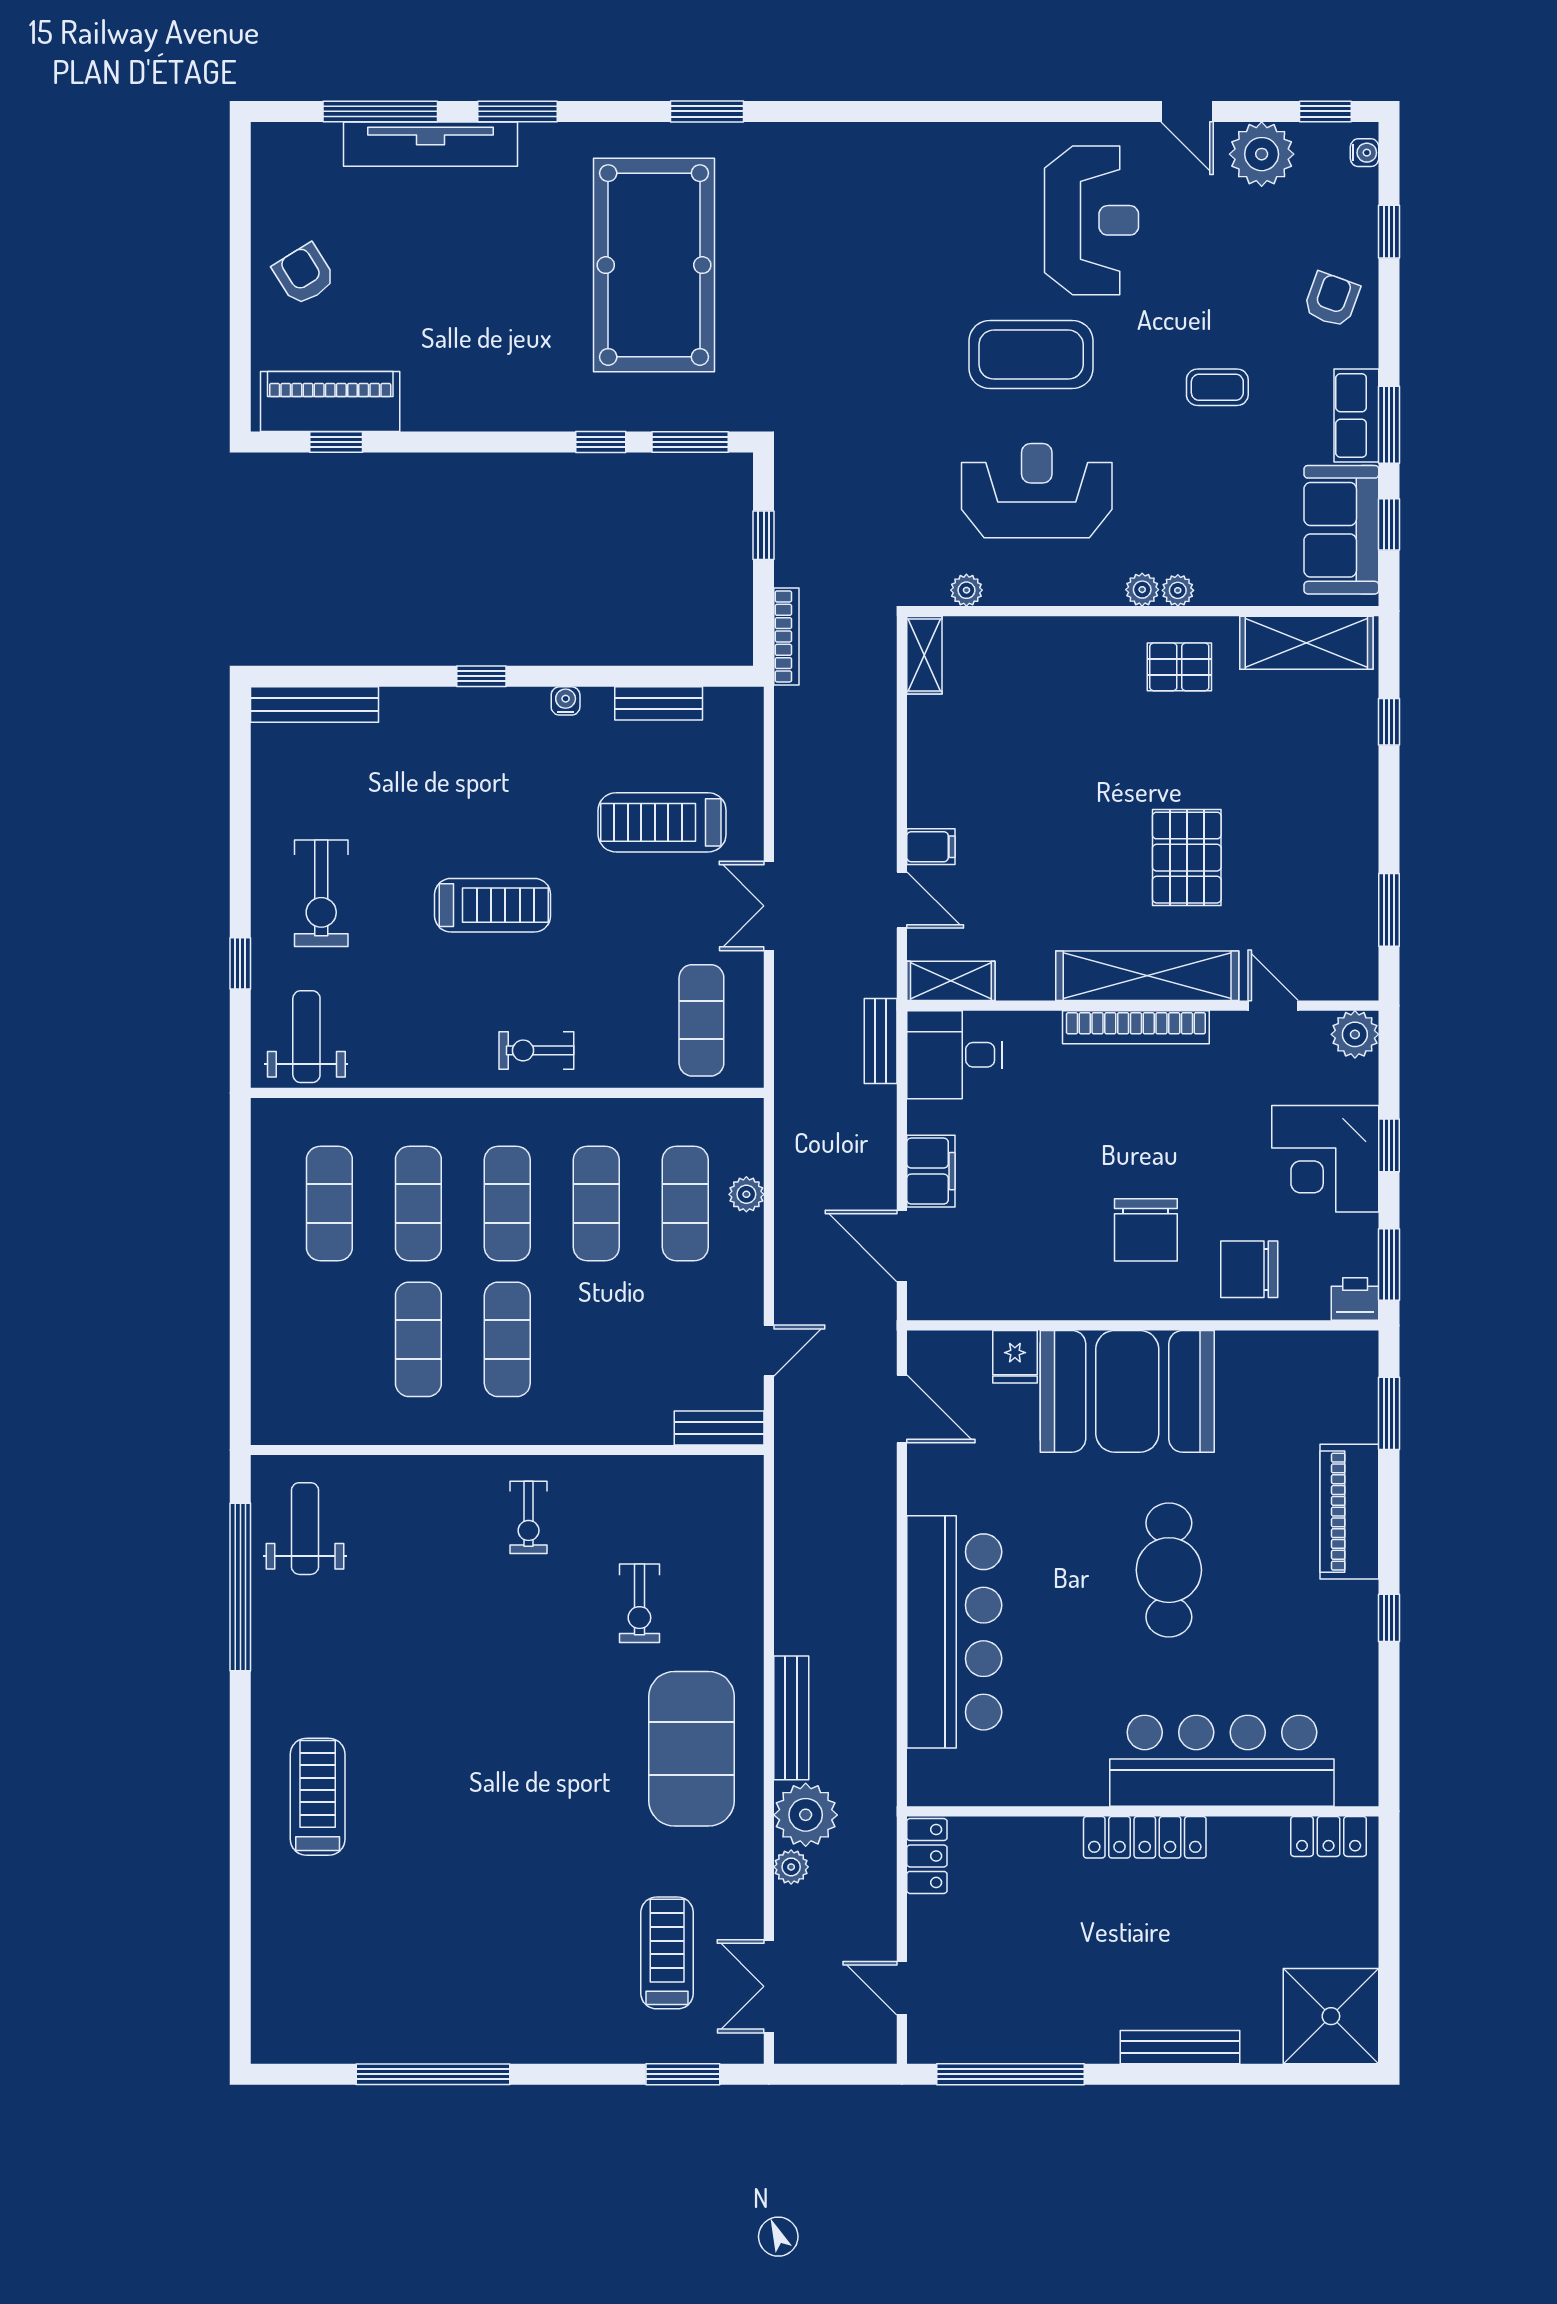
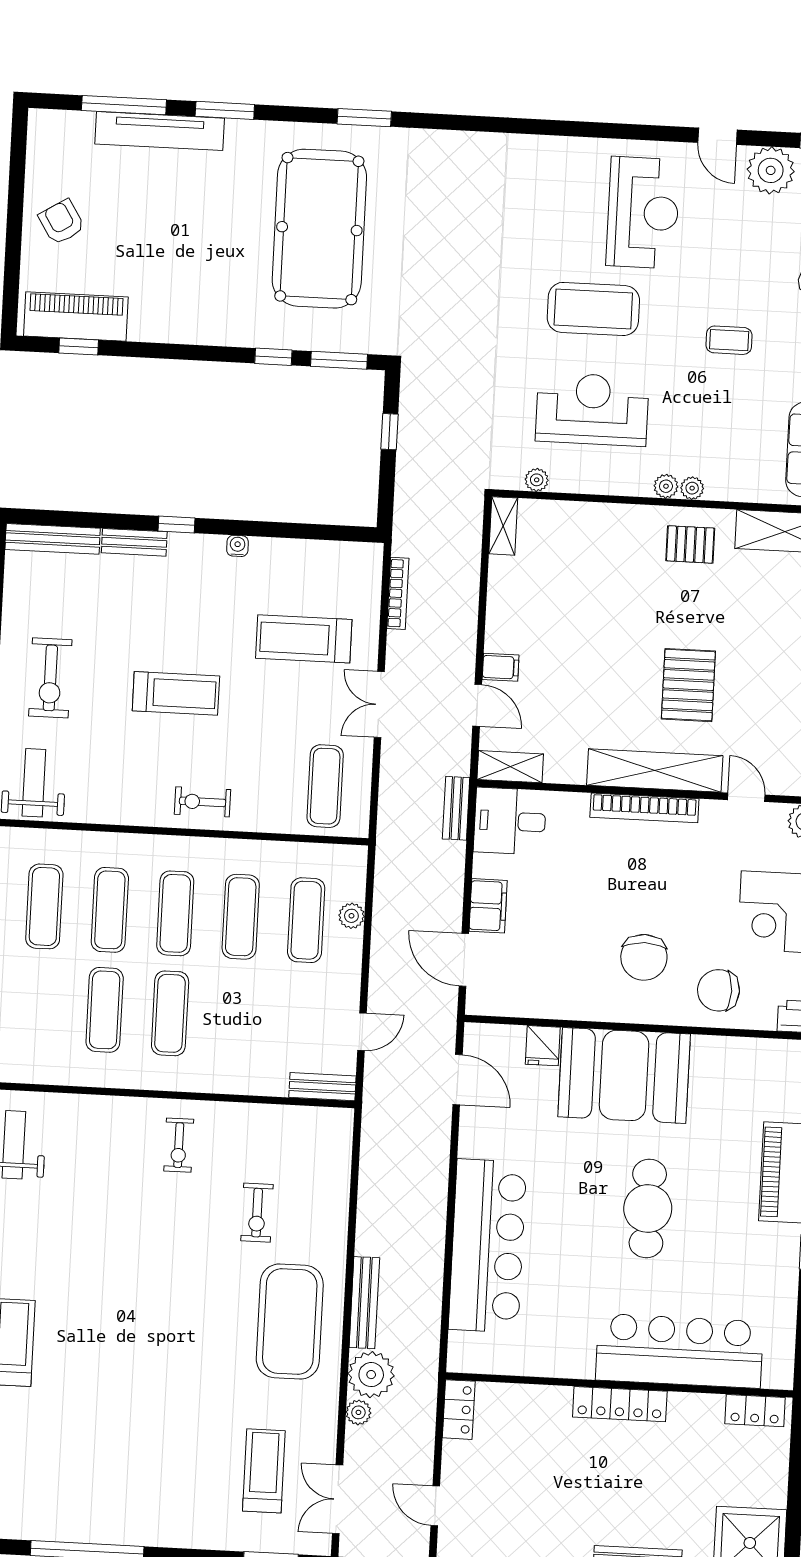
bookcase: (786, 636) -> (398, 593), moved
bench: (659, 703) -> (134, 542), moved

